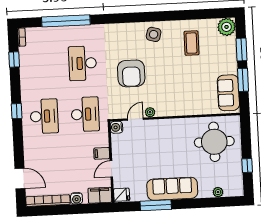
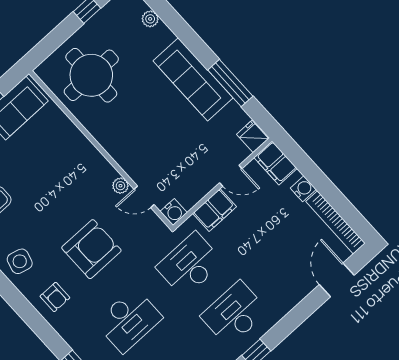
armchair: (123, 37) -> (55, 297), added
filing cabinet: (102, 153) -> (215, 210), width x2.00

